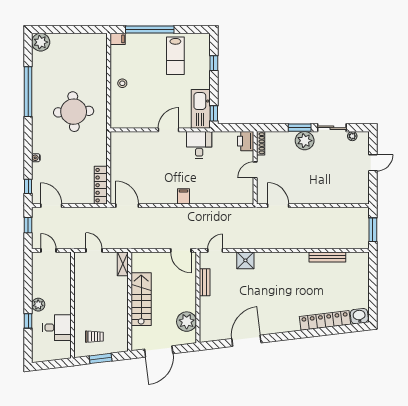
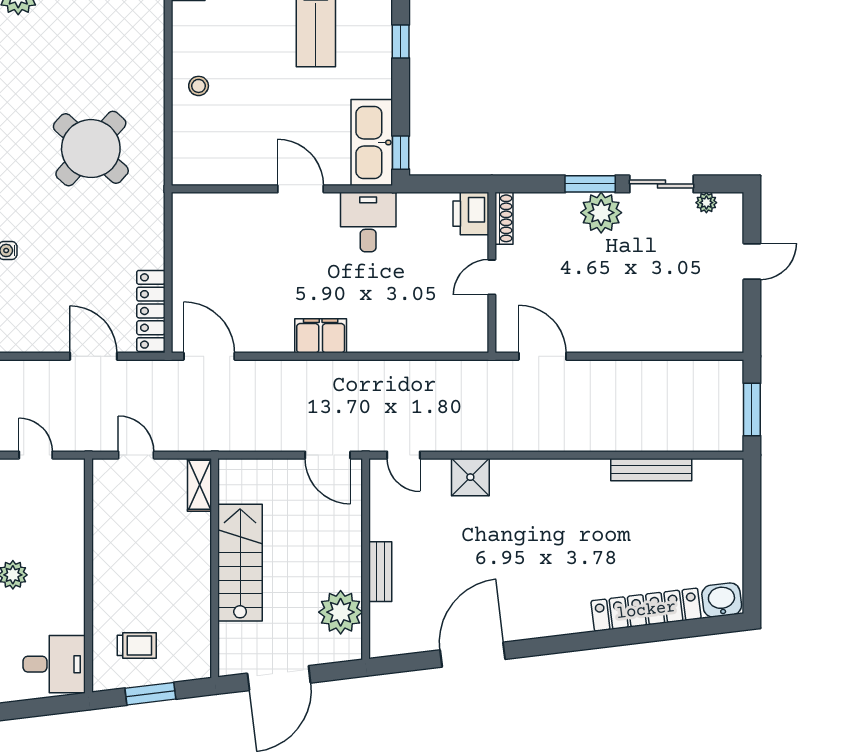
round table: (74, 112) -> (91, 149), turned 45
door: (169, 130) -> (301, 189), hinge flipped
filing cabinet: (183, 196) -> (321, 336), width x2.00
door: (51, 206) -> (94, 356), moved
door: (215, 250) -> (404, 455), swing flipped
bench: (205, 282) -> (380, 572), moved
desk: (57, 328) -> (54, 664), moved

